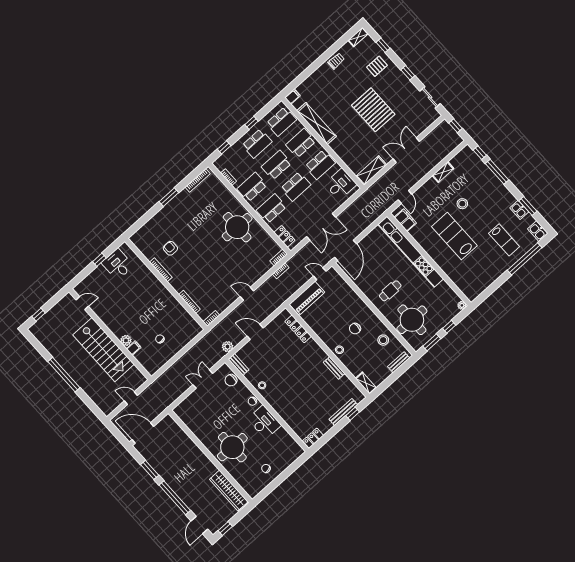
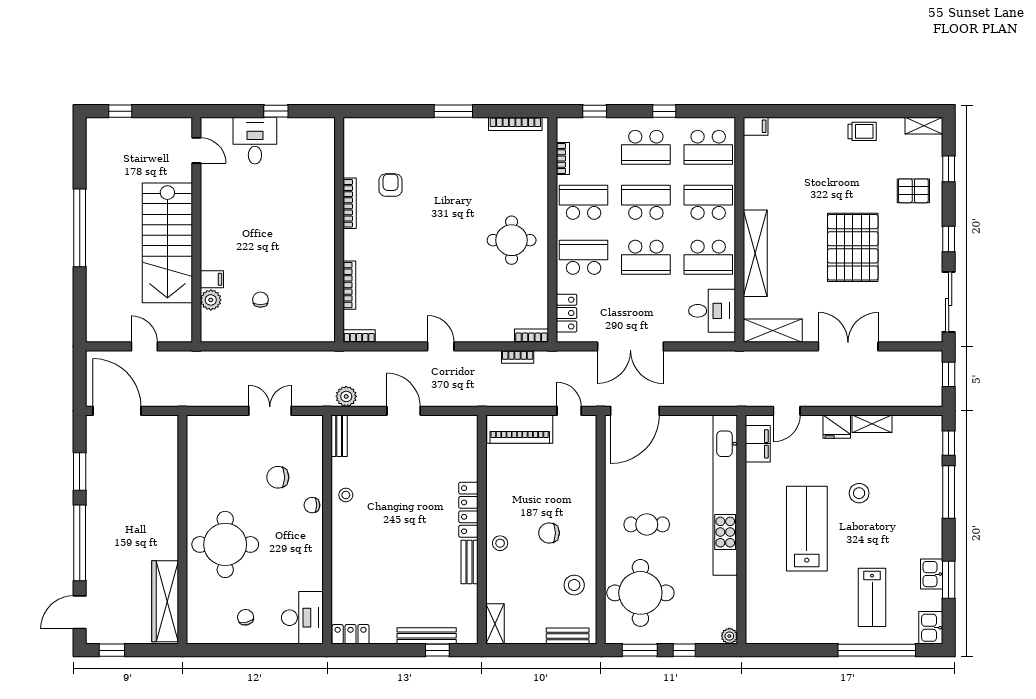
sliding door: (430, 97) -> (949, 302), width x1.37
shelving: (316, 123) -> (755, 253), moved
fridge: (430, 186) -> (837, 427), added
round table: (237, 227) -> (512, 240), width x0.73, depth x0.73
desk: (118, 264) -> (255, 141), moved
locker: (298, 329) -> (468, 510), moved
plant: (126, 340) -> (211, 300), moved
chair: (231, 380) -> (278, 477), moved
desk: (264, 422) -> (302, 618), moved

